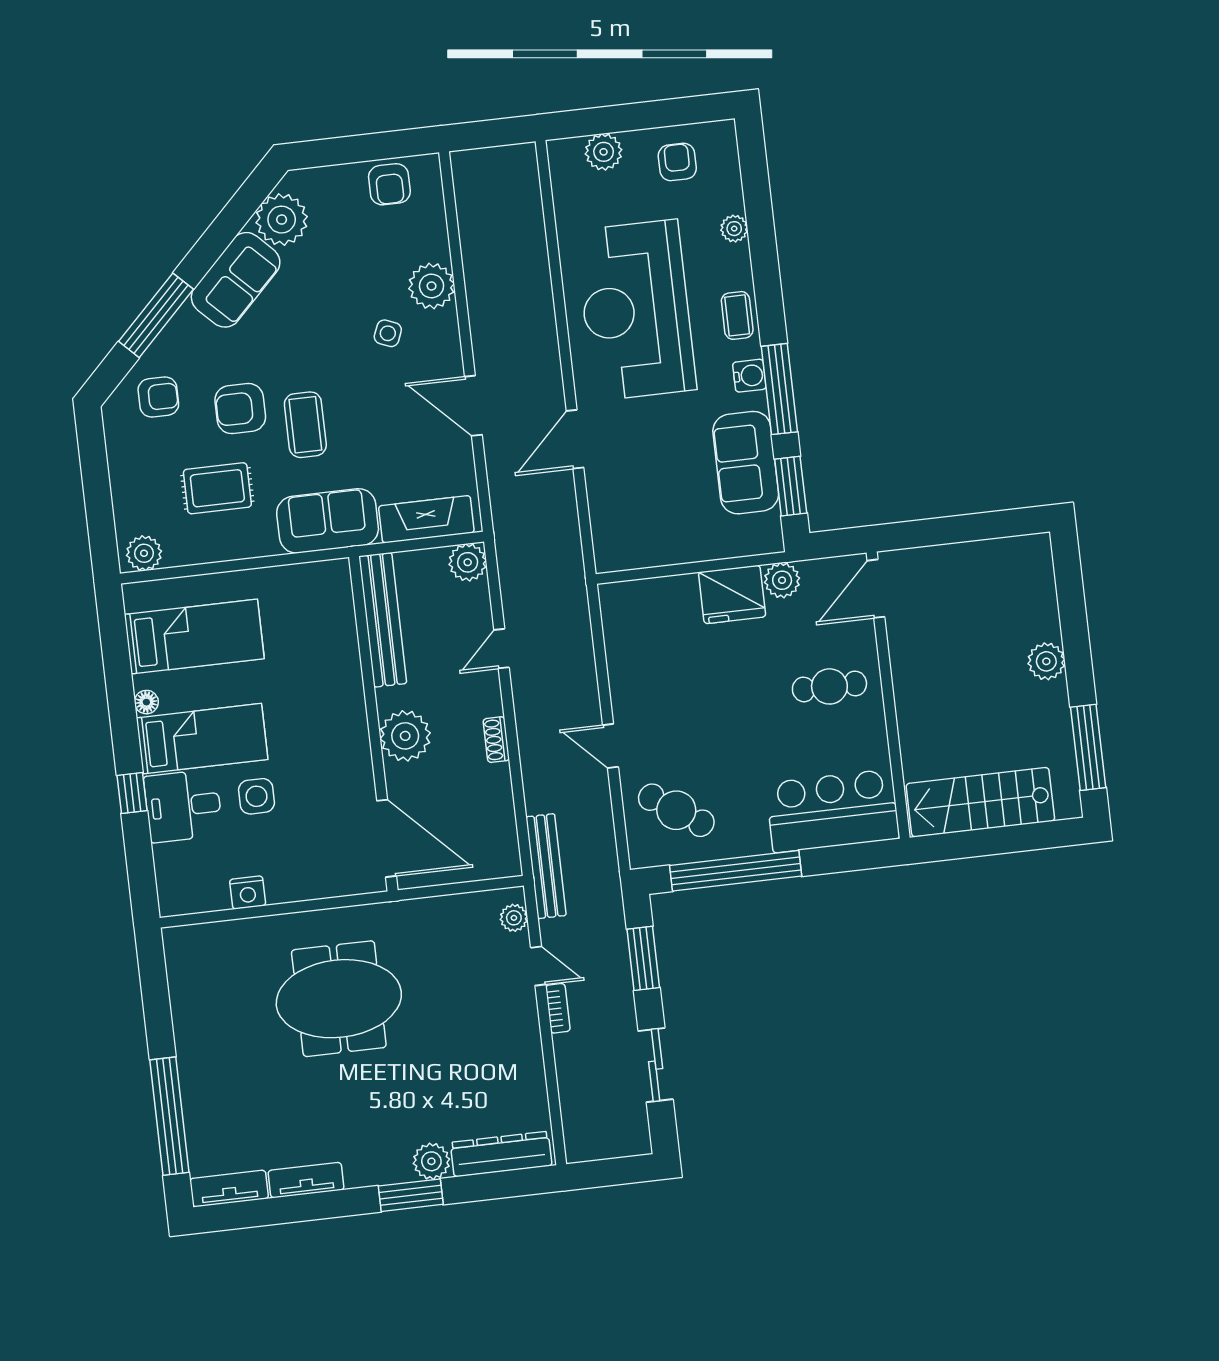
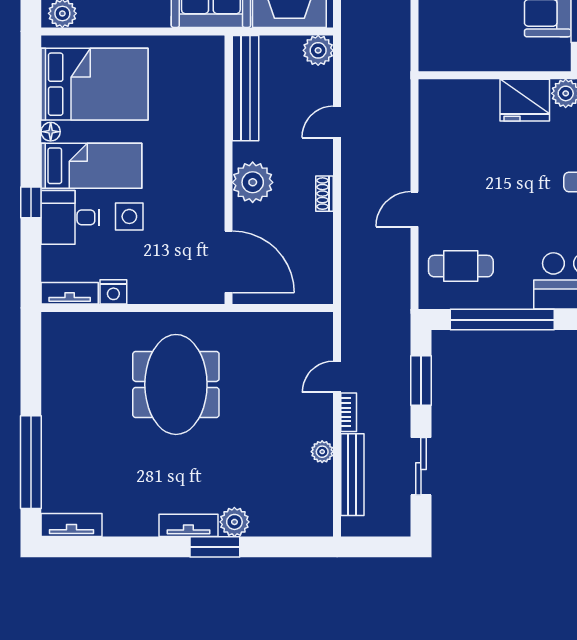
bed: (194, 637) -> (95, 84), width x1.50
door: (611, 746) -> (415, 209), hinge flipped
cafe table: (676, 810) -> (461, 266), turned -34
bench: (546, 866) -> (352, 475), moved
tv unit: (193, 900) -> (70, 293), added
plant: (514, 918) -> (322, 452), moved
door: (538, 966) -> (337, 377), swing flipped
meeting table: (339, 999) -> (176, 384), turned 90
dresser: (501, 1154) -> (290, 523), removed
tv unit: (306, 1180) -> (188, 525), moved

